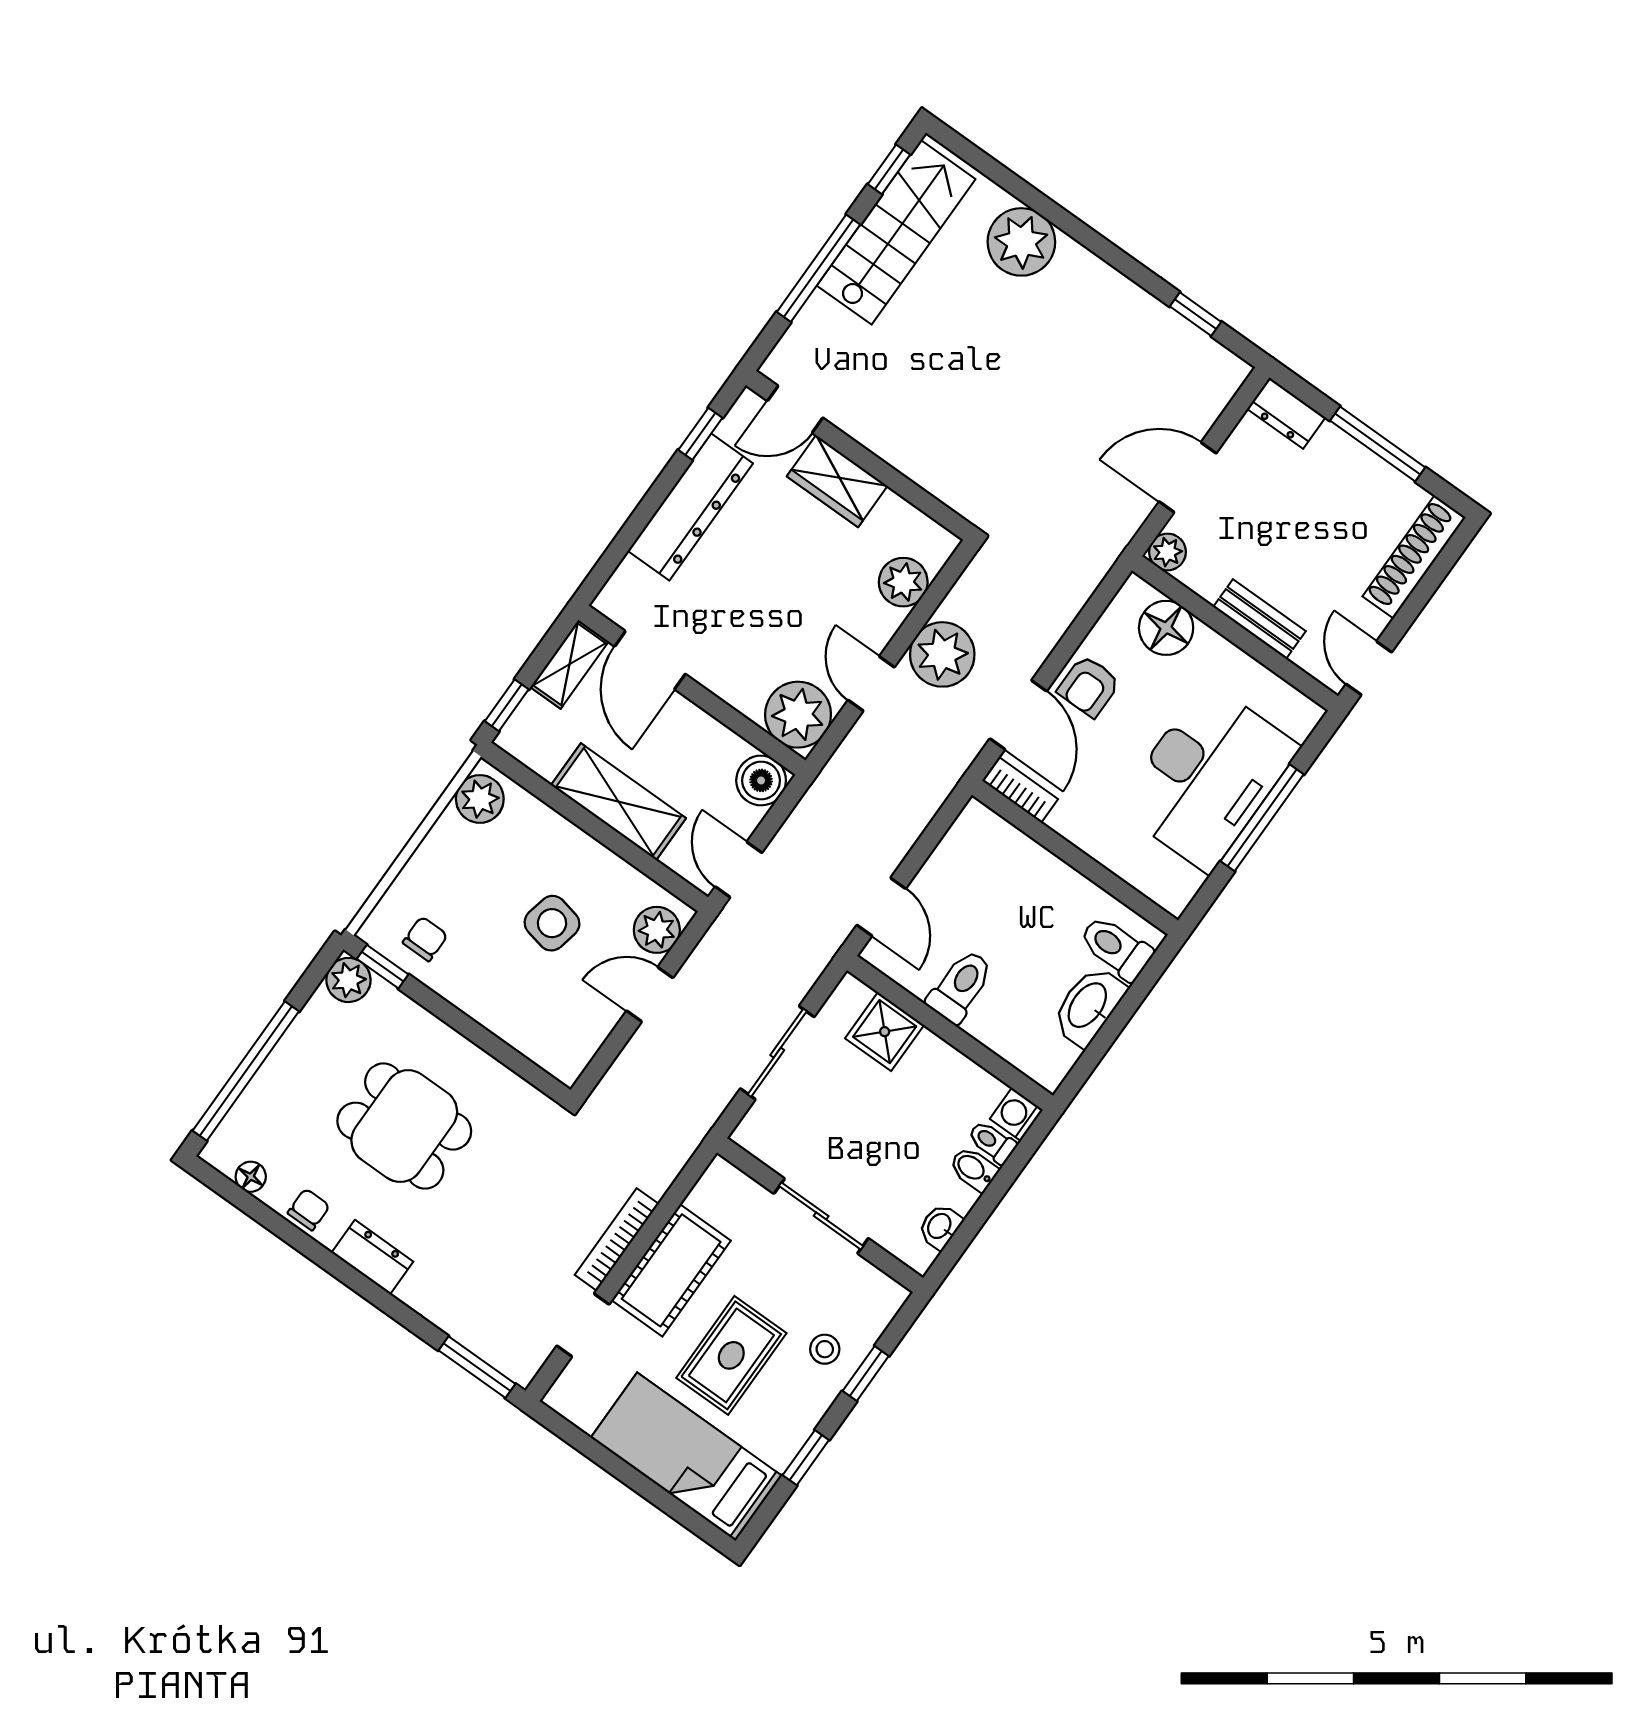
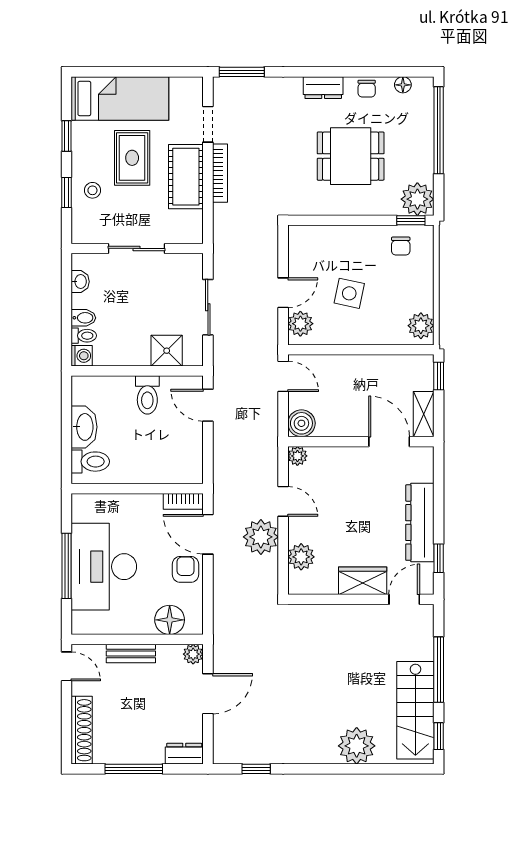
plant: (798, 715) -> (297, 456), width x0.53, depth x0.53
shelving: (618, 802) -> (358, 369), removed
plant: (348, 980) -> (417, 199), width x1.36, depth x1.36

